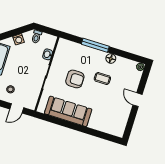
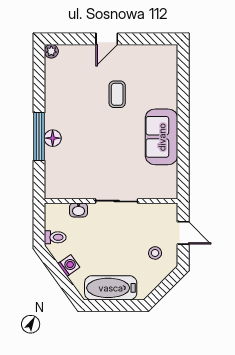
floor lamp: (111, 58) -> (53, 138), moved
armchair: (75, 79) -> (105, 153), removed
coffee table: (102, 79) -> (117, 94), moved
sofa: (68, 111) -> (162, 137), width x0.73

